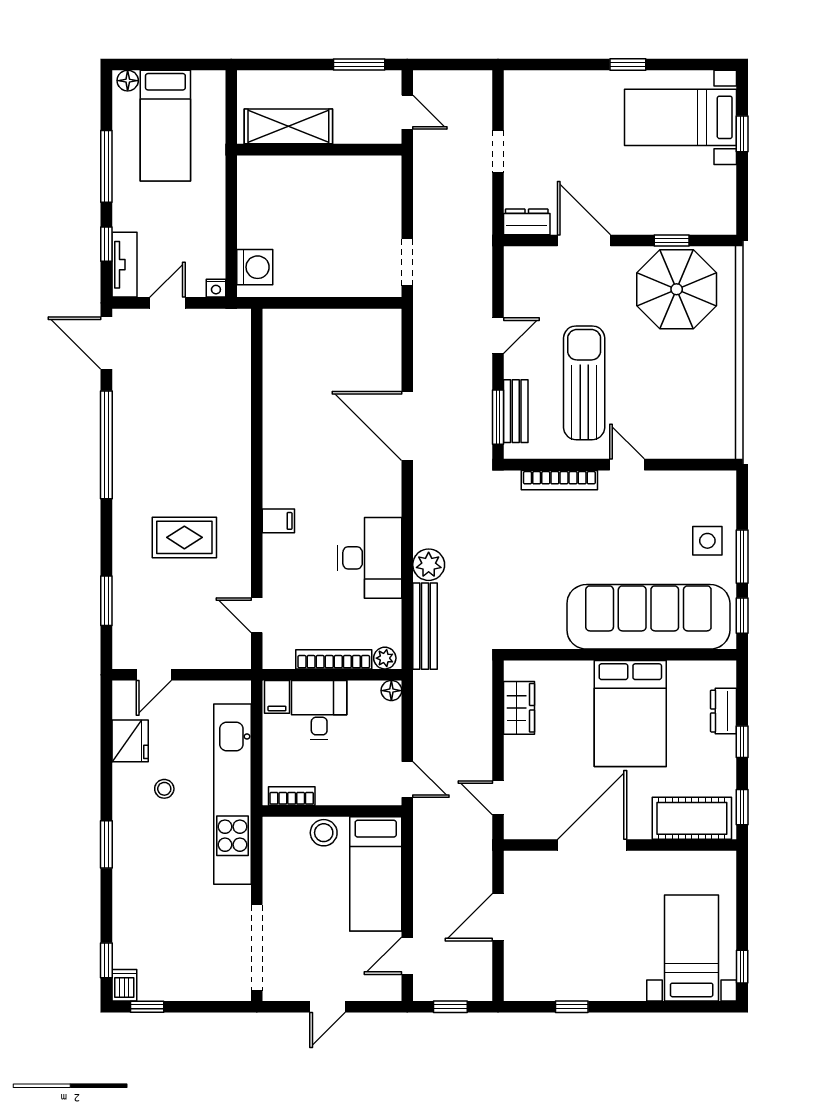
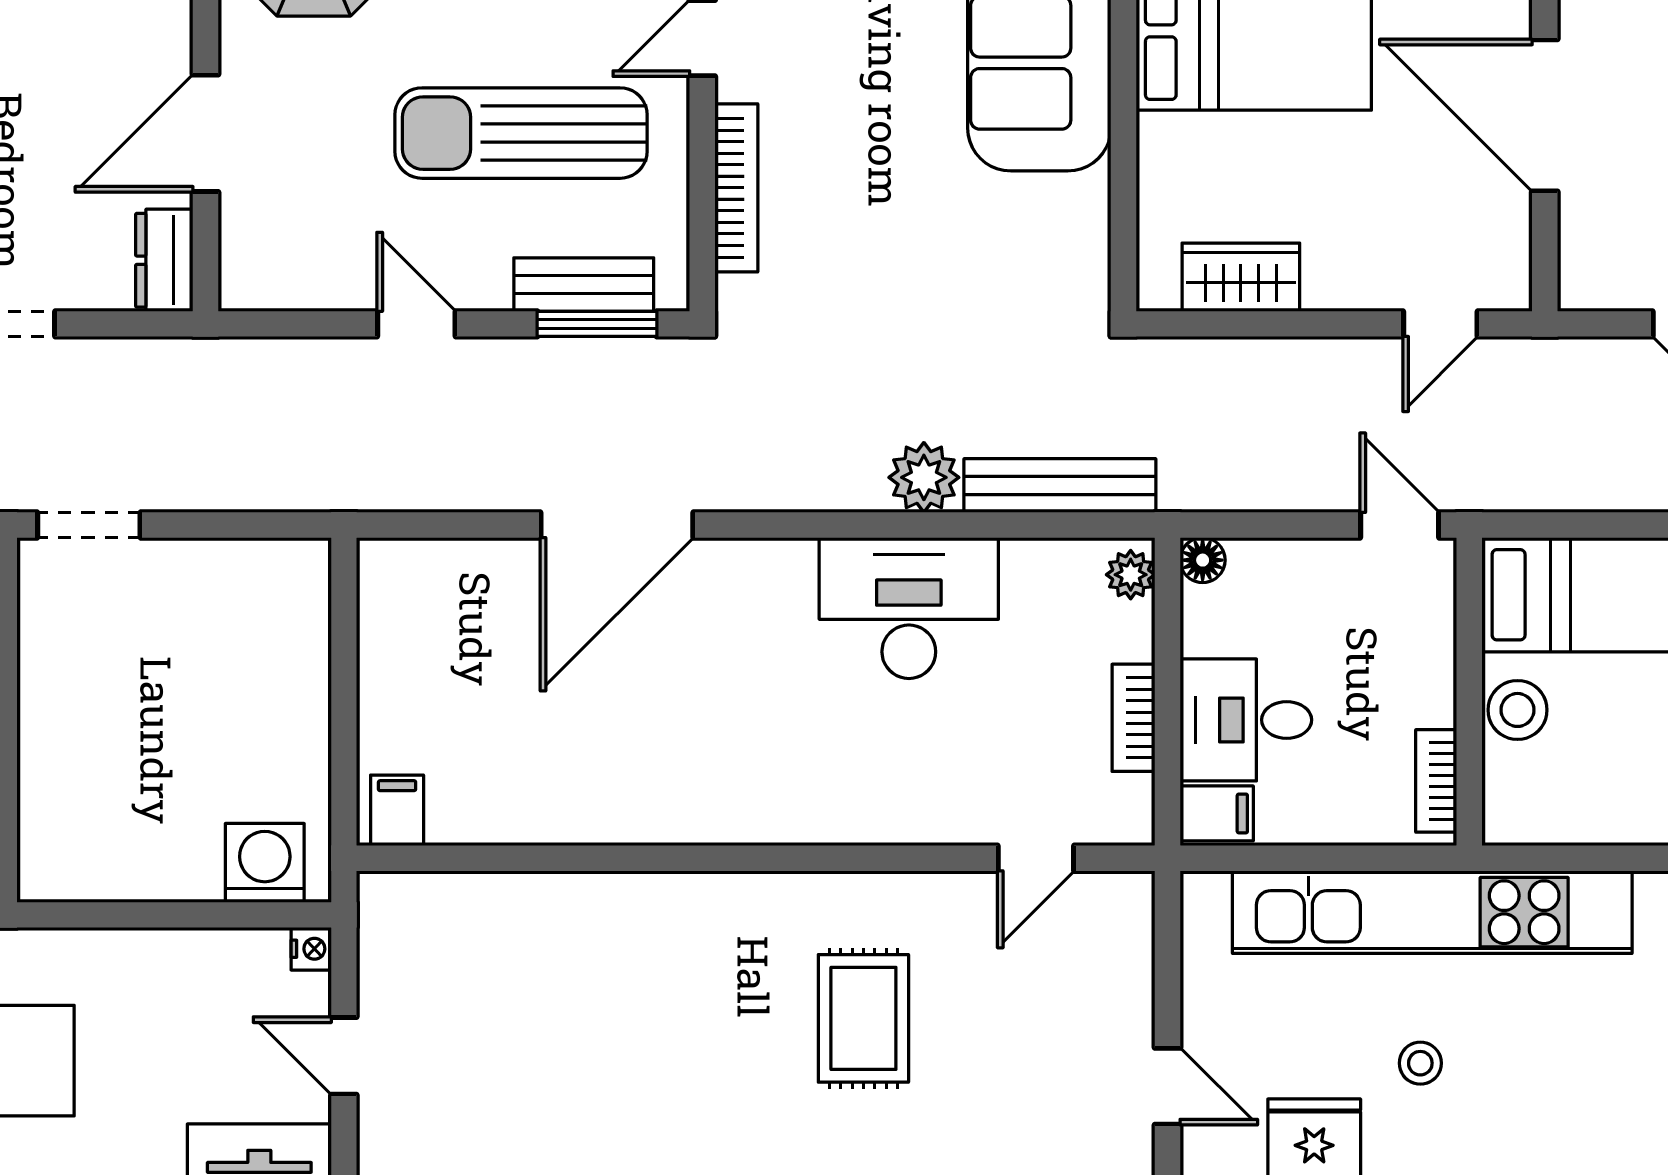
doorway: (407, 262) -> (89, 525), moved
filing cabinet: (278, 521) -> (397, 810), moved
bookcase: (334, 659) -> (1134, 718), width x0.64
door: (407, 779) -> (1400, 525), hinge flipped

